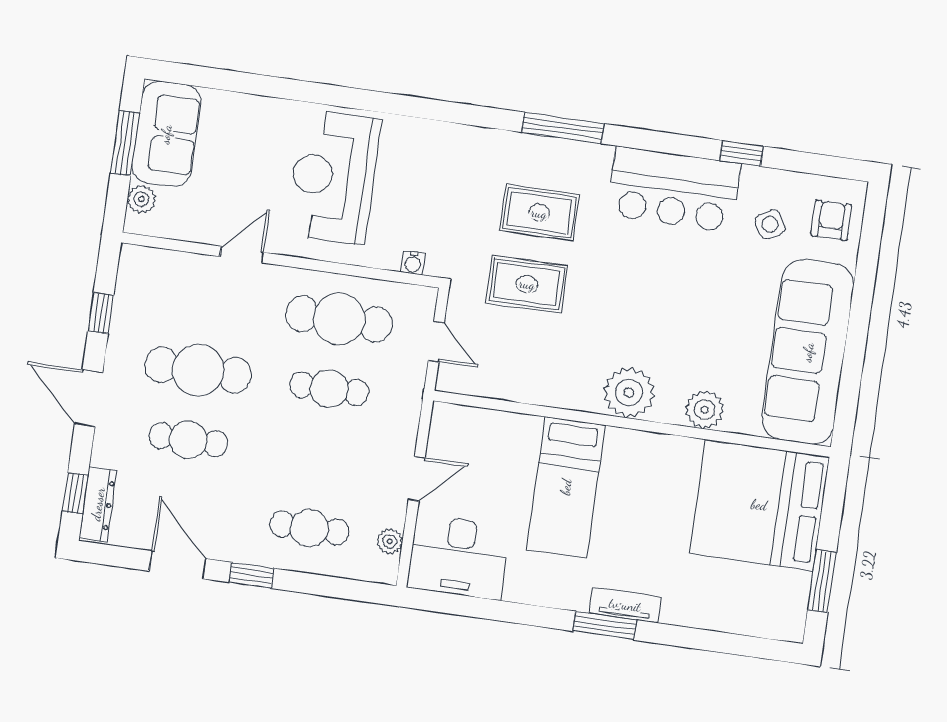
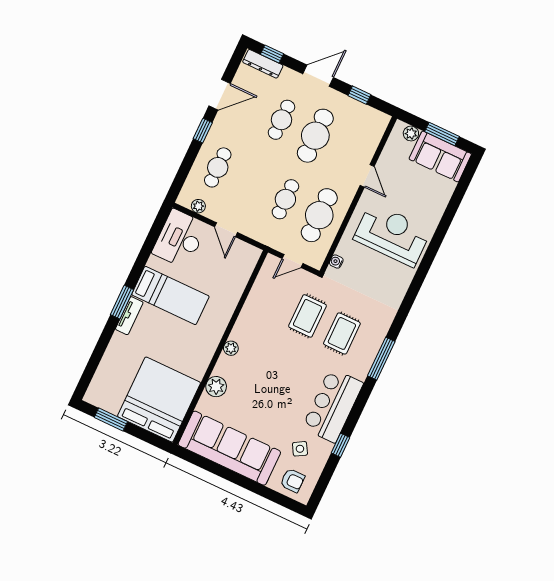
plant: (629, 393) -> (231, 348), width x0.53, depth x0.53
bed: (566, 487) -> (170, 295), moved, turned 180

